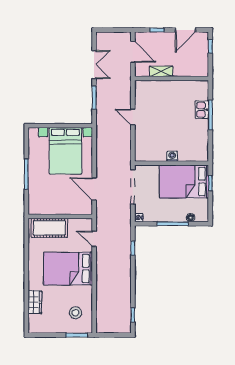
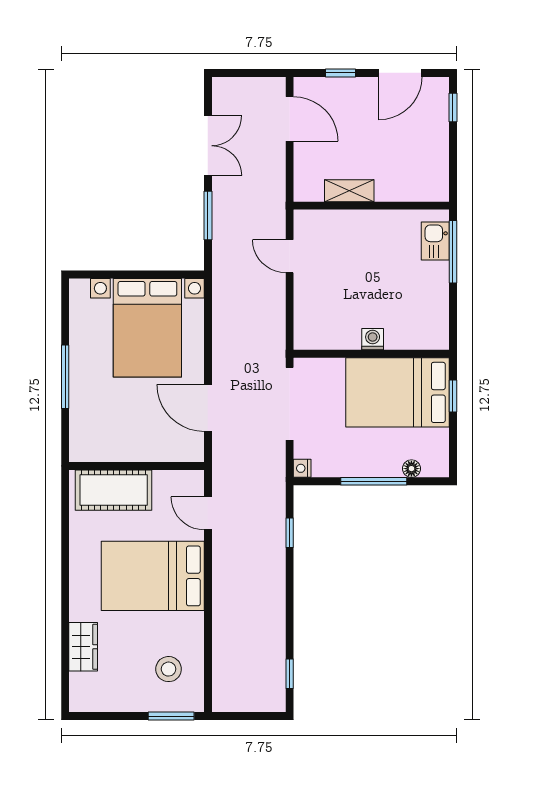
shelving: (161, 71) -> (349, 191), moved
wall: (172, 78) -> (371, 206), moved

